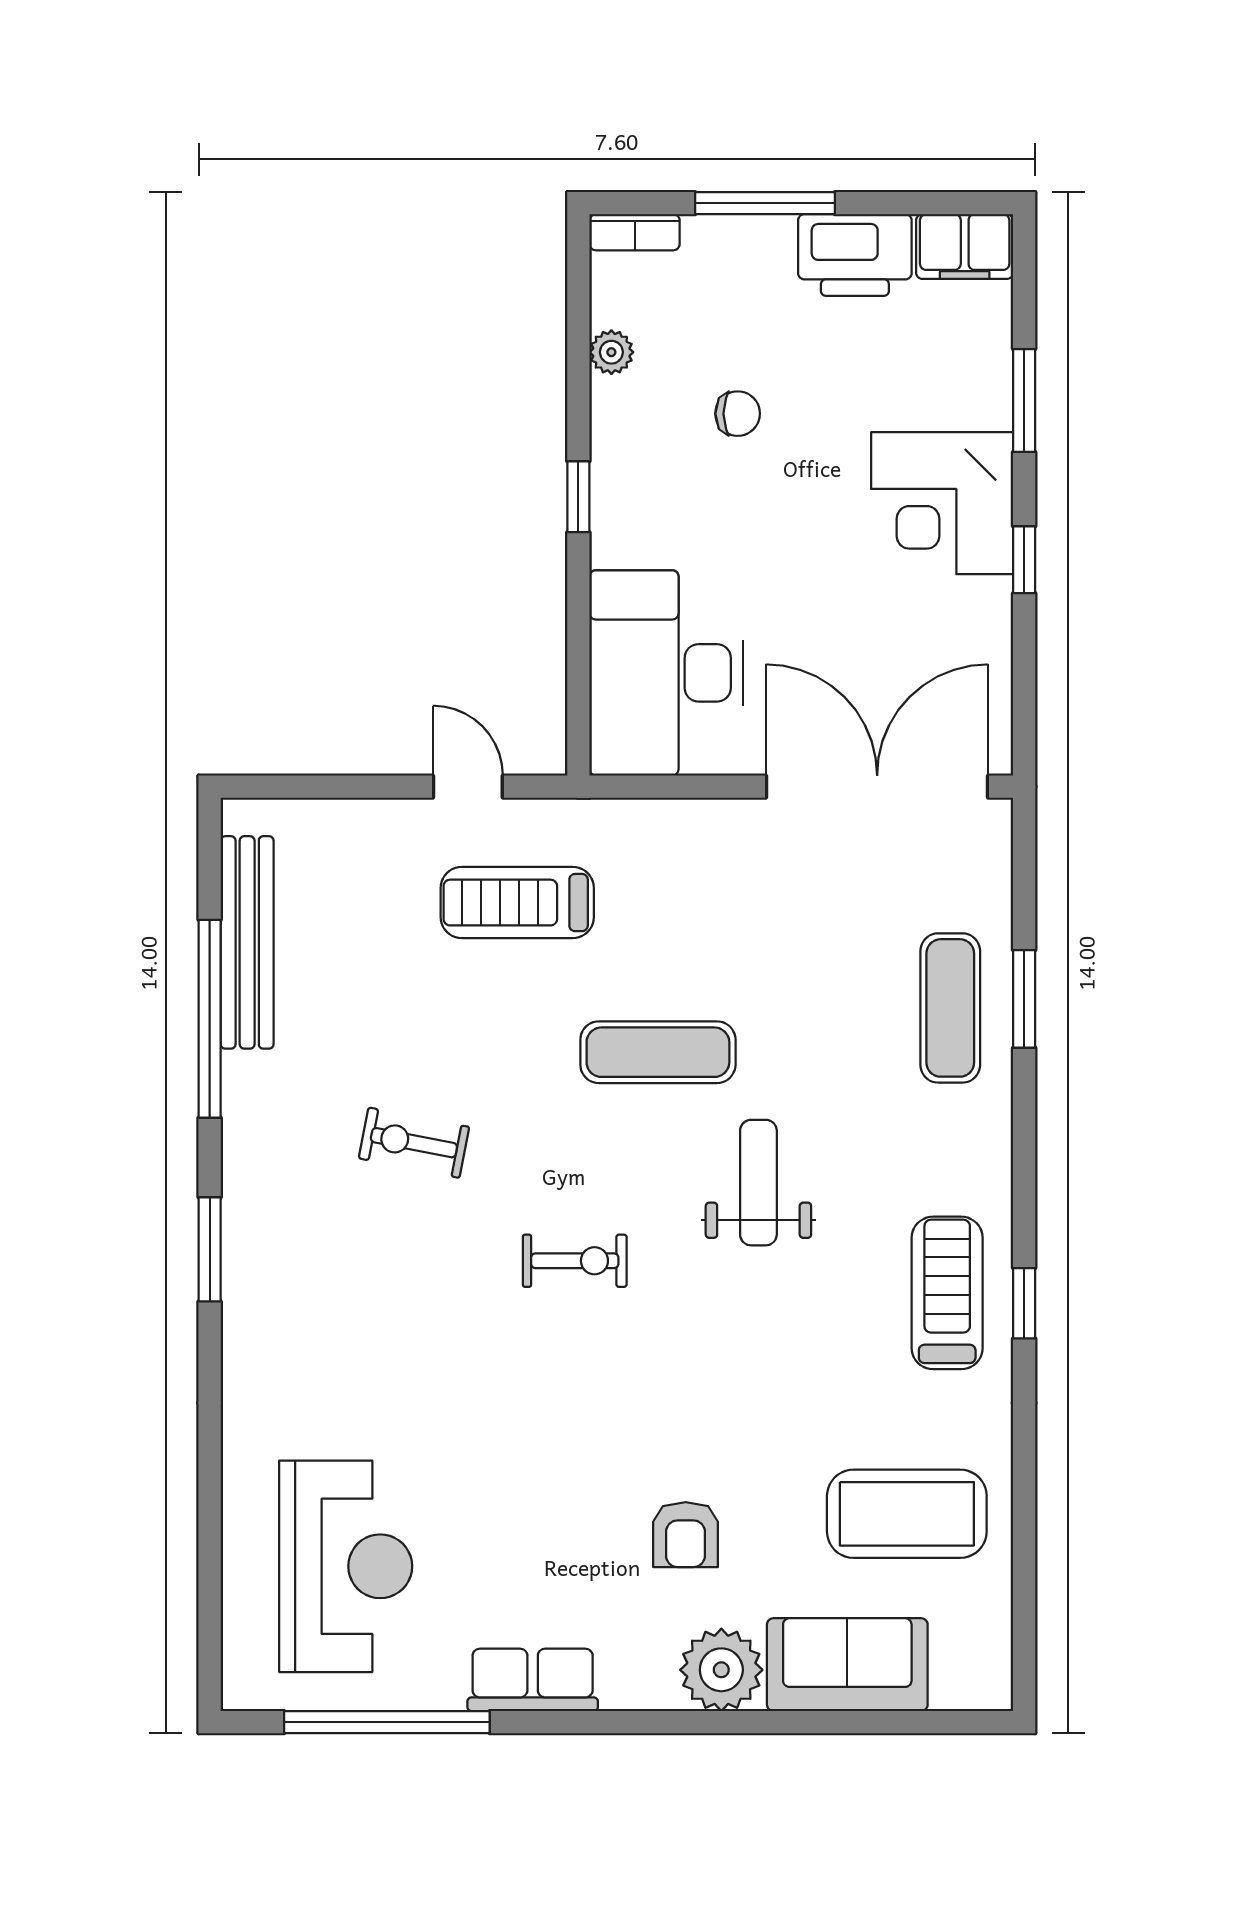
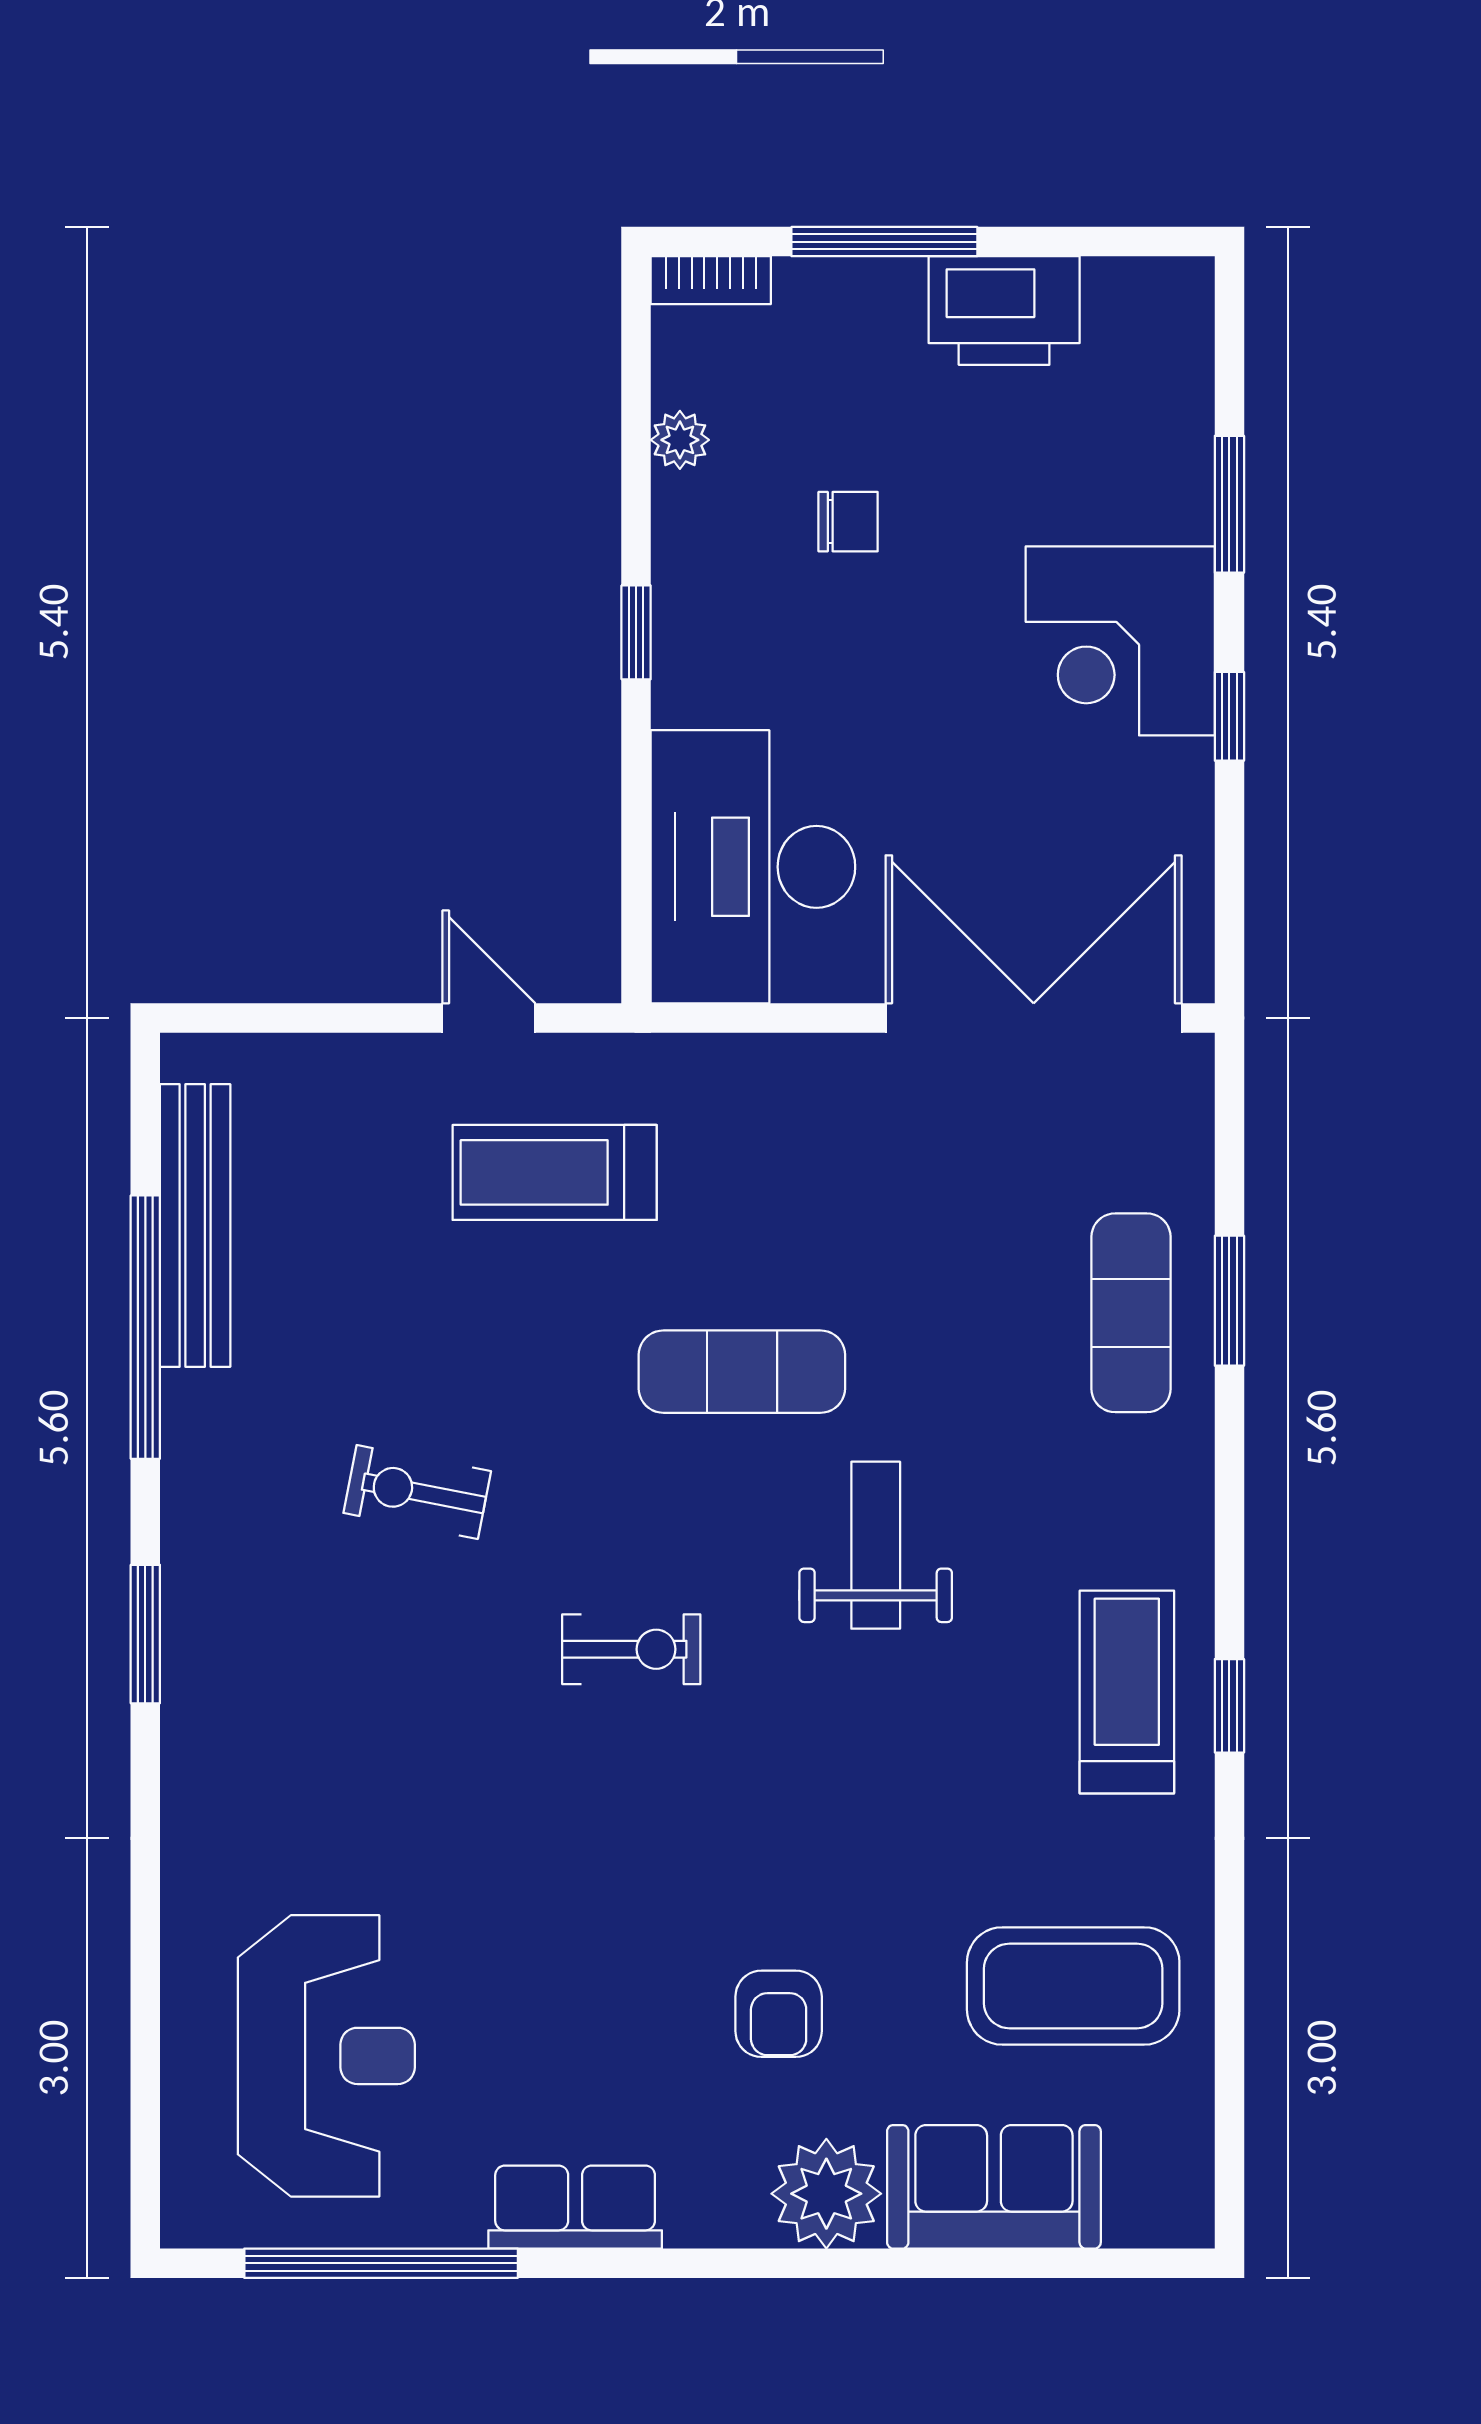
filing cabinet: (965, 247) -> (1150, 299), removed

